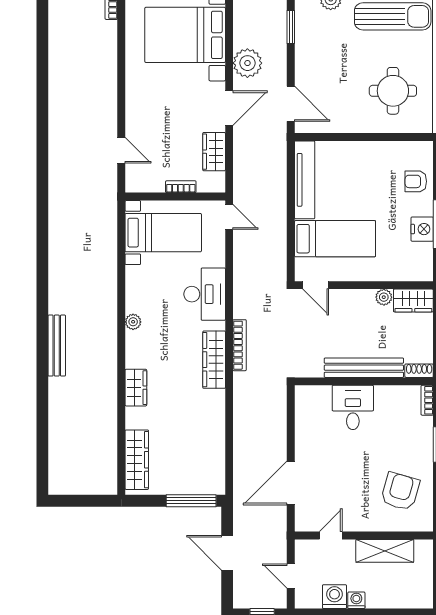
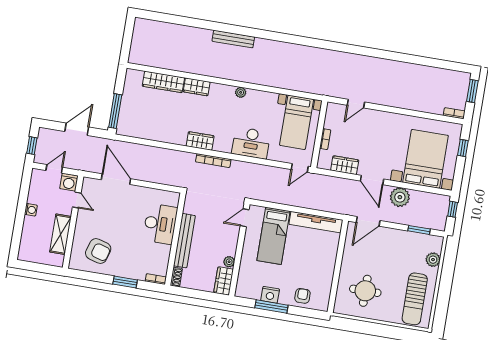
wardrobe: (214, 360) -> (200, 141), width x0.67
desk: (353, 407) -> (160, 224), width x1.37
wardrobe: (137, 460) -> (163, 82), moved
washing machine: (334, 597) -> (69, 182), moved, turned 90

